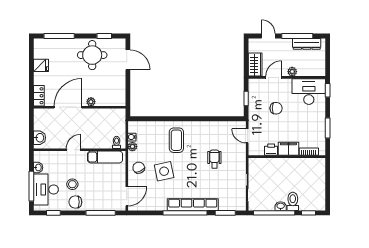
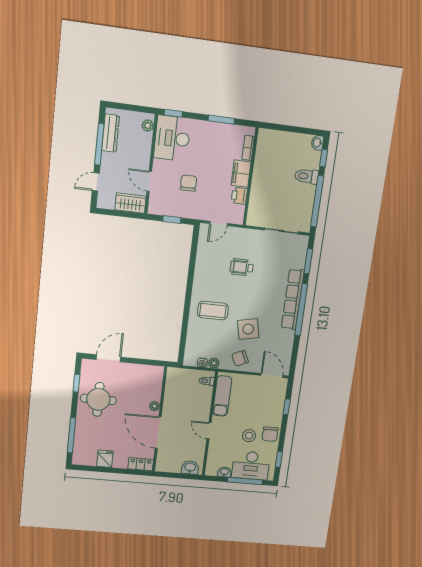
plant: (292, 72) -> (148, 126), moved
washbasin: (281, 206) -> (317, 143), moved
window: (101, 213) -> (287, 407), width x0.46

